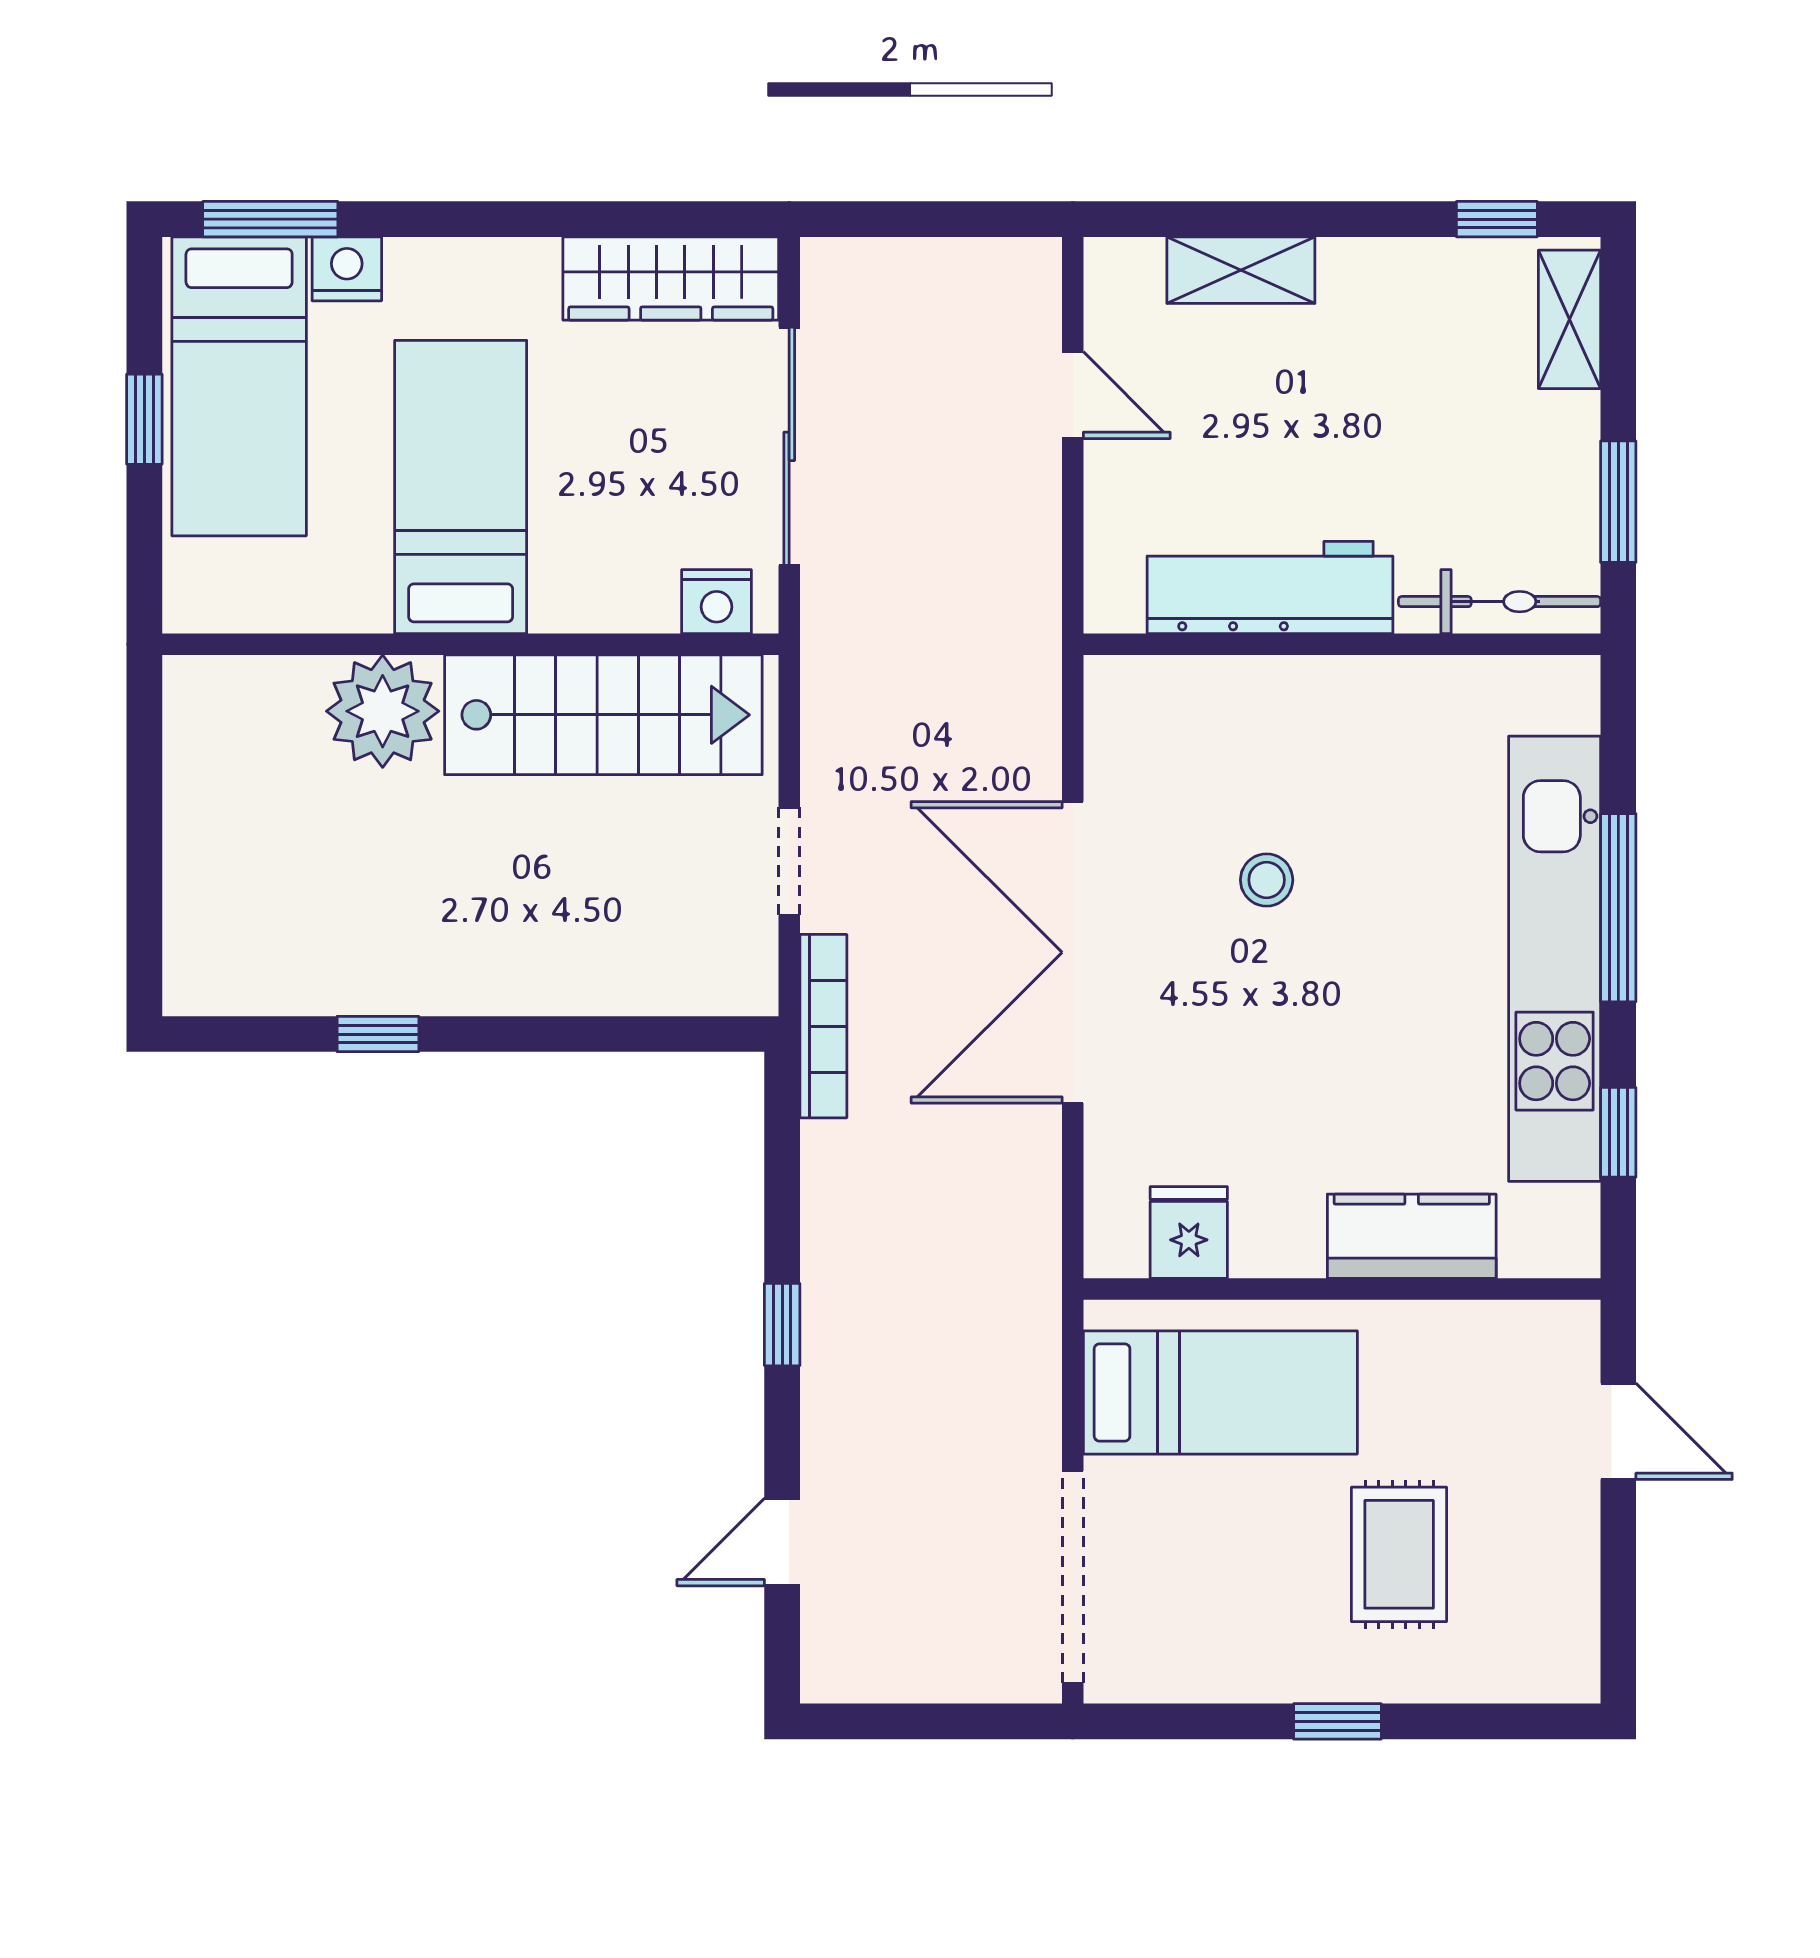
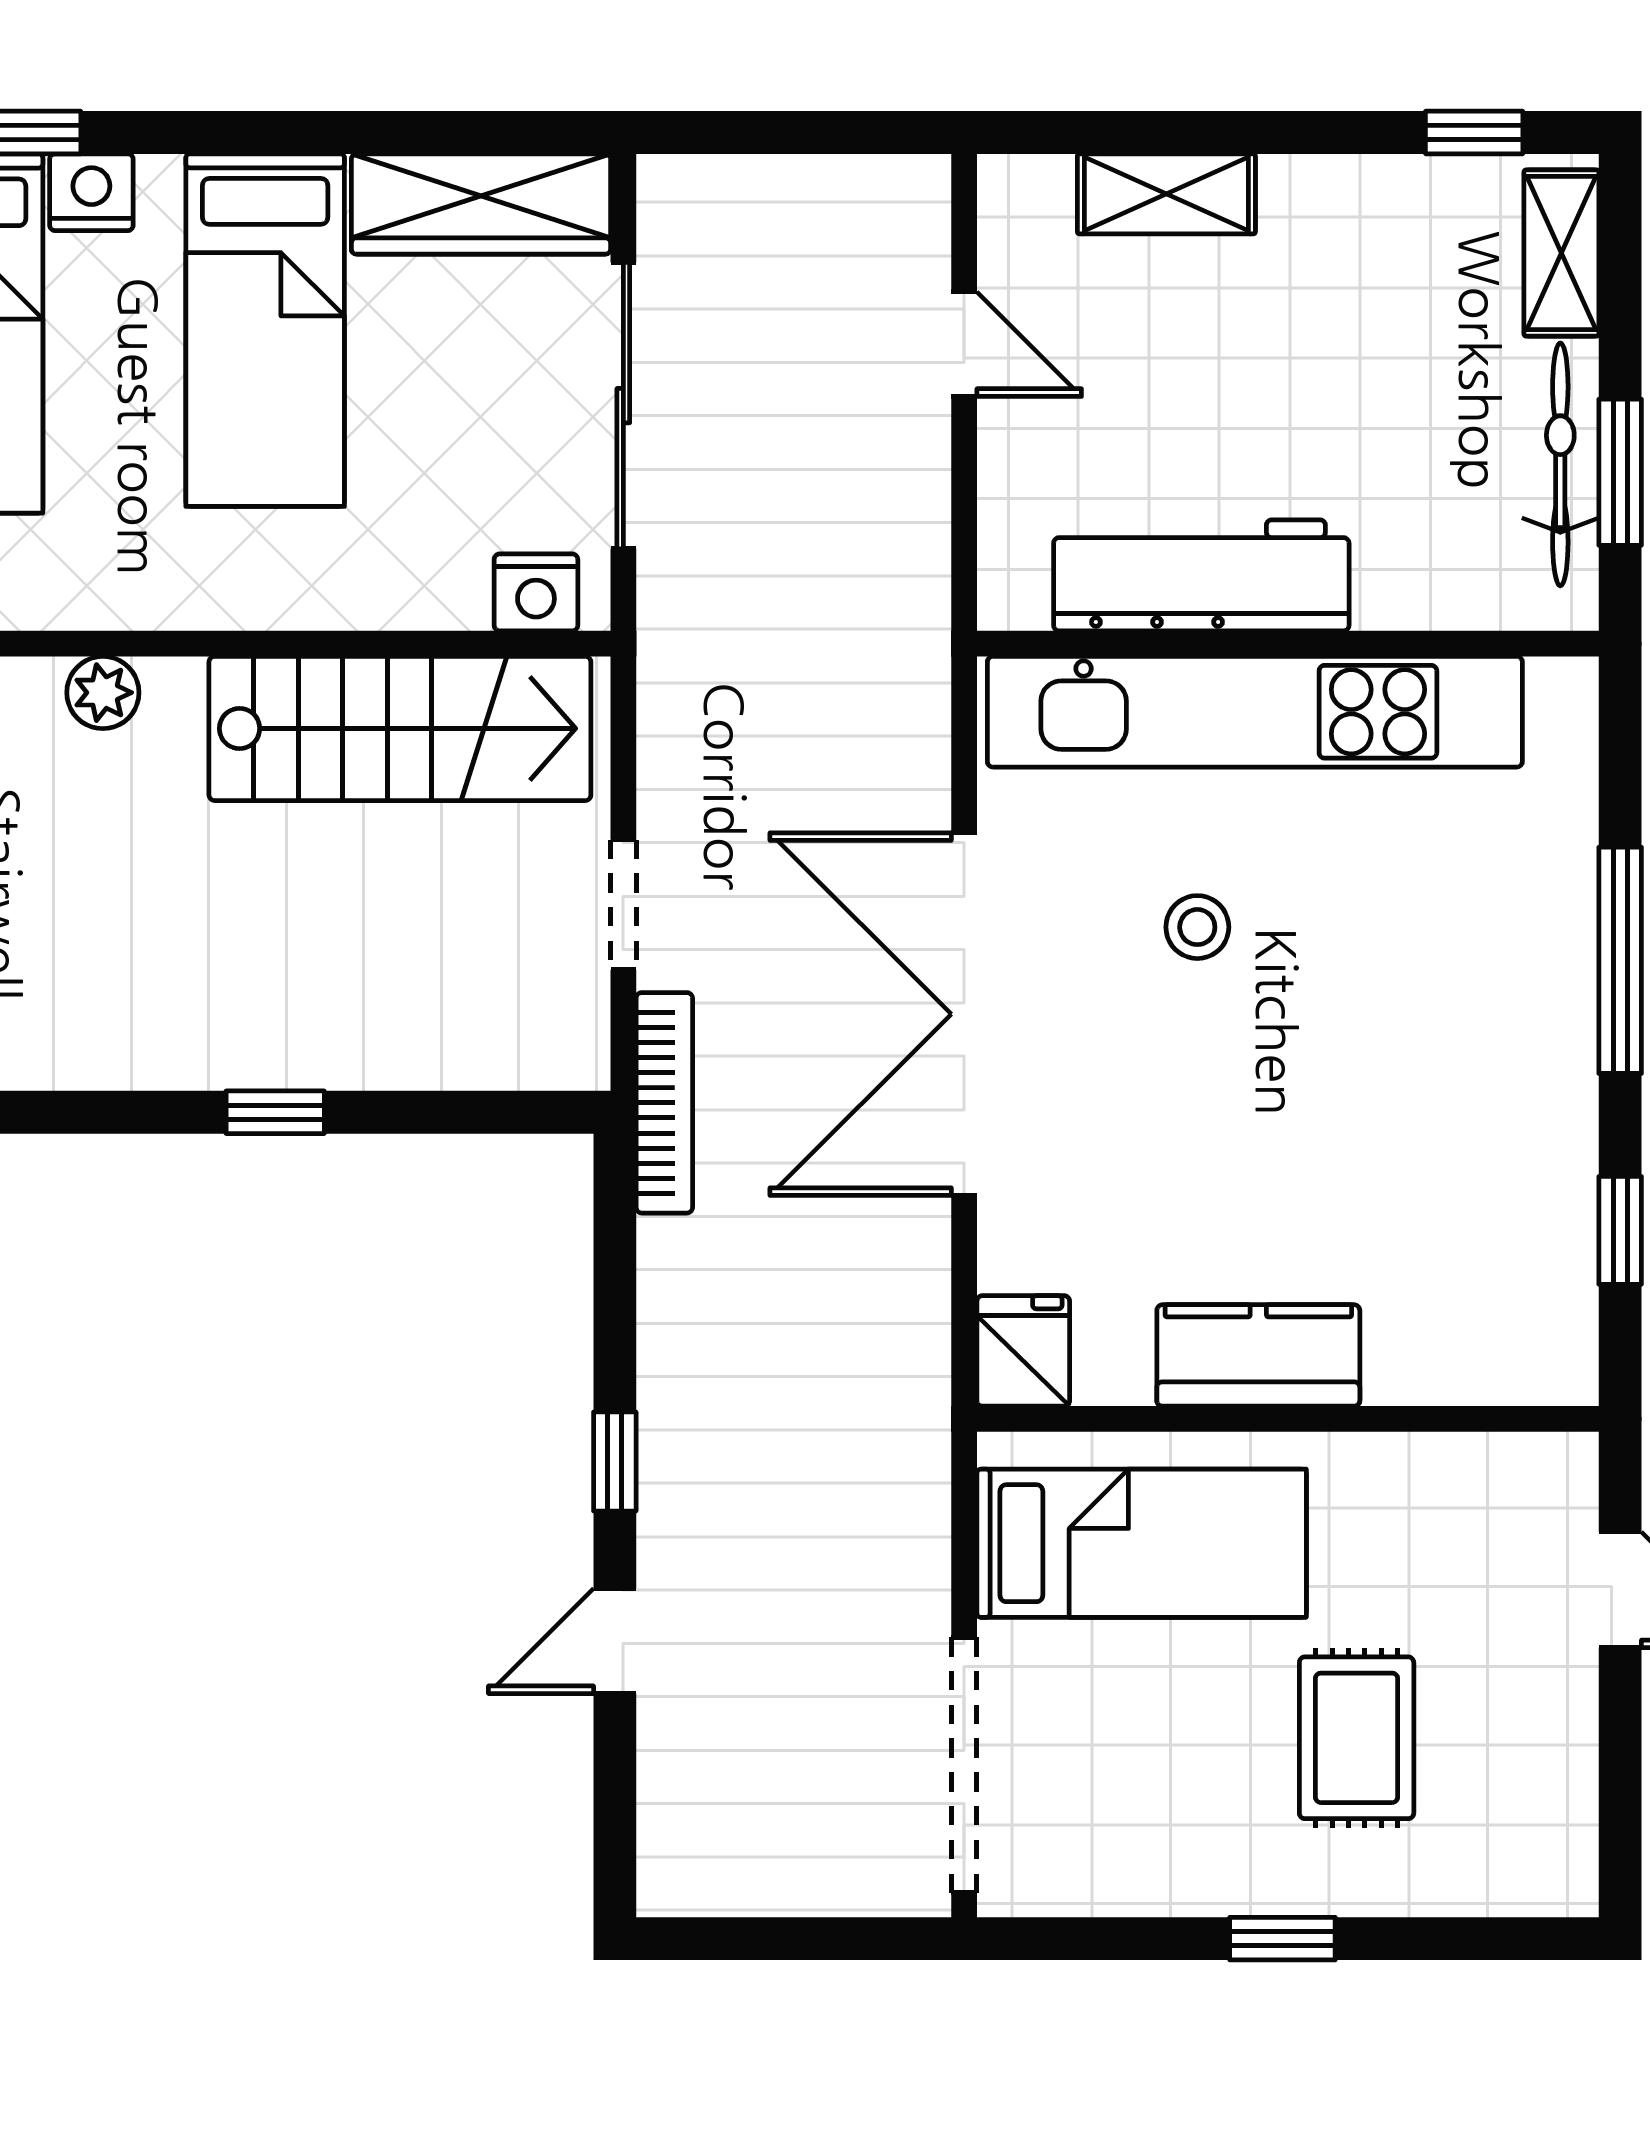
bed: (461, 487) -> (265, 330), moved, turned 180
bicycle: (1500, 602) -> (1560, 464), moved, turned -90
plant: (383, 711) -> (103, 693), width x0.53, depth x0.53
kitchen unit: (1555, 959) -> (1255, 712), moved, turned -90
window: (378, 1034) -> (275, 1112), moved
fridge: (1189, 1233) -> (1023, 1351), moved
kitchen counter: (1412, 1236) -> (1258, 1355), moved
door: (782, 1542) -> (615, 1641), moved

